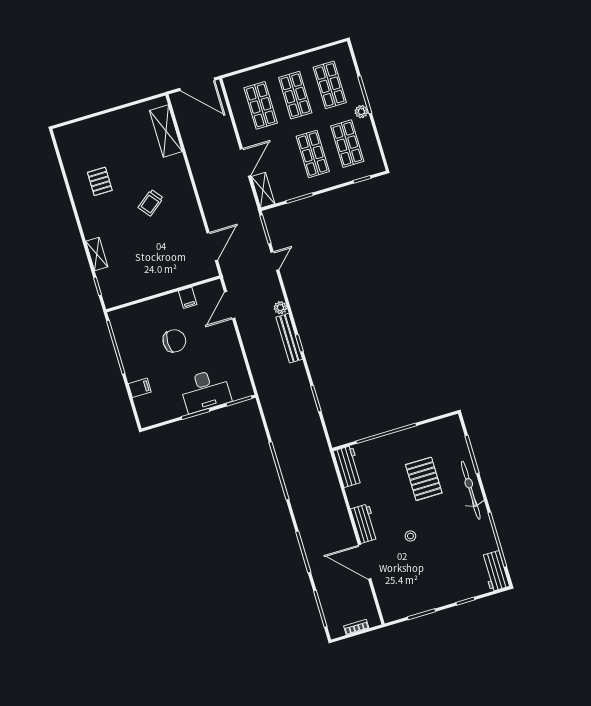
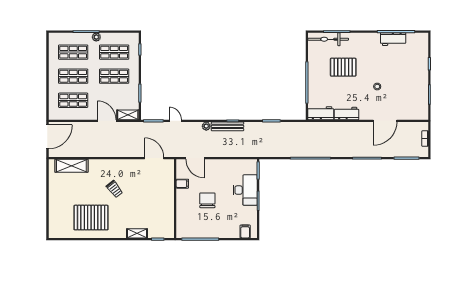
pallet: (100, 181) -> (91, 218), width x2.05, depth x2.00
filing cabinet: (140, 388) -> (245, 231), moved
bicycle: (471, 490) -> (328, 39), moved
workbench: (365, 524) -> (347, 114), moved
workbench: (495, 571) -> (393, 39), moved

